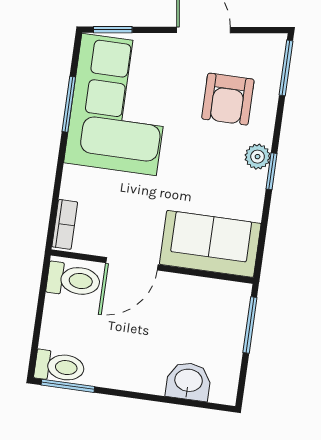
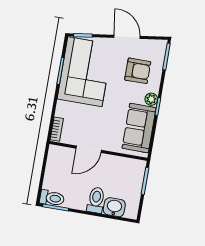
armchair: (228, 99) -> (138, 71), turned -90
sofa: (210, 244) -> (139, 128), moved, turned -90
toilet: (73, 280) -> (96, 200), moved, turned -90

